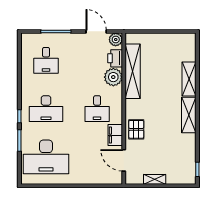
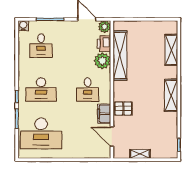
water cooler: (26, 38) -> (23, 26), added
shelving: (189, 79) -> (171, 50), moved
pallet: (136, 129) -> (123, 108), turned 90

